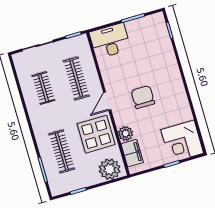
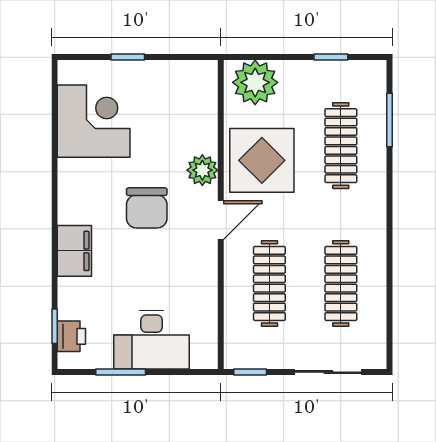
printer: (160, 28) -> (71, 336), added
desk: (110, 41) -> (152, 340), moved
clothes rail: (43, 88) -> (341, 283), width x1.36
plant: (126, 133) -> (202, 170), moved
corner desk: (182, 141) -> (94, 121), moved
filing cabinet: (132, 153) -> (74, 251), moved, turned 180

